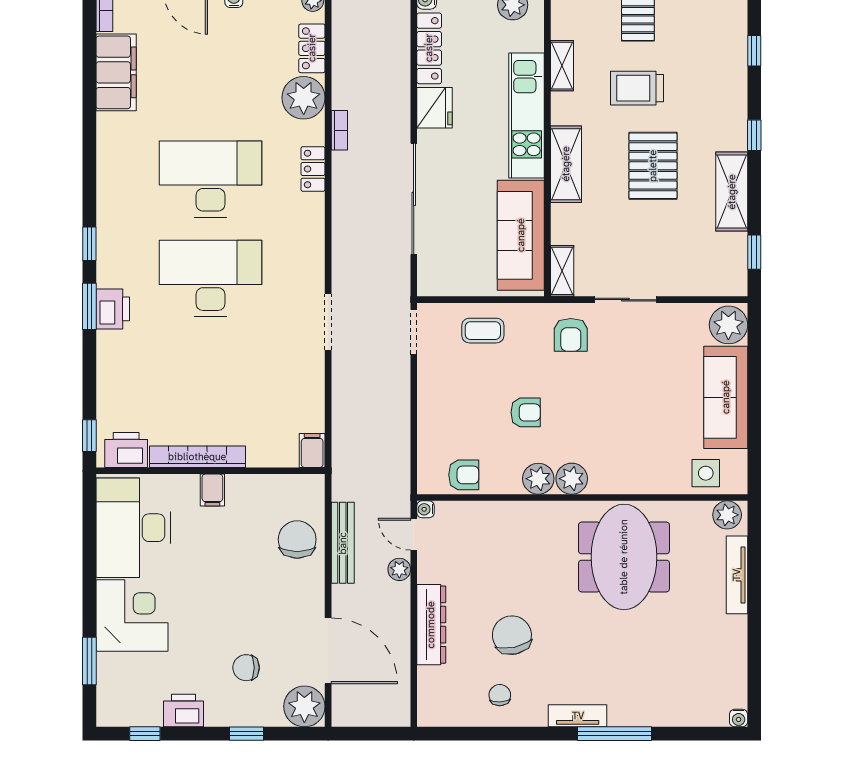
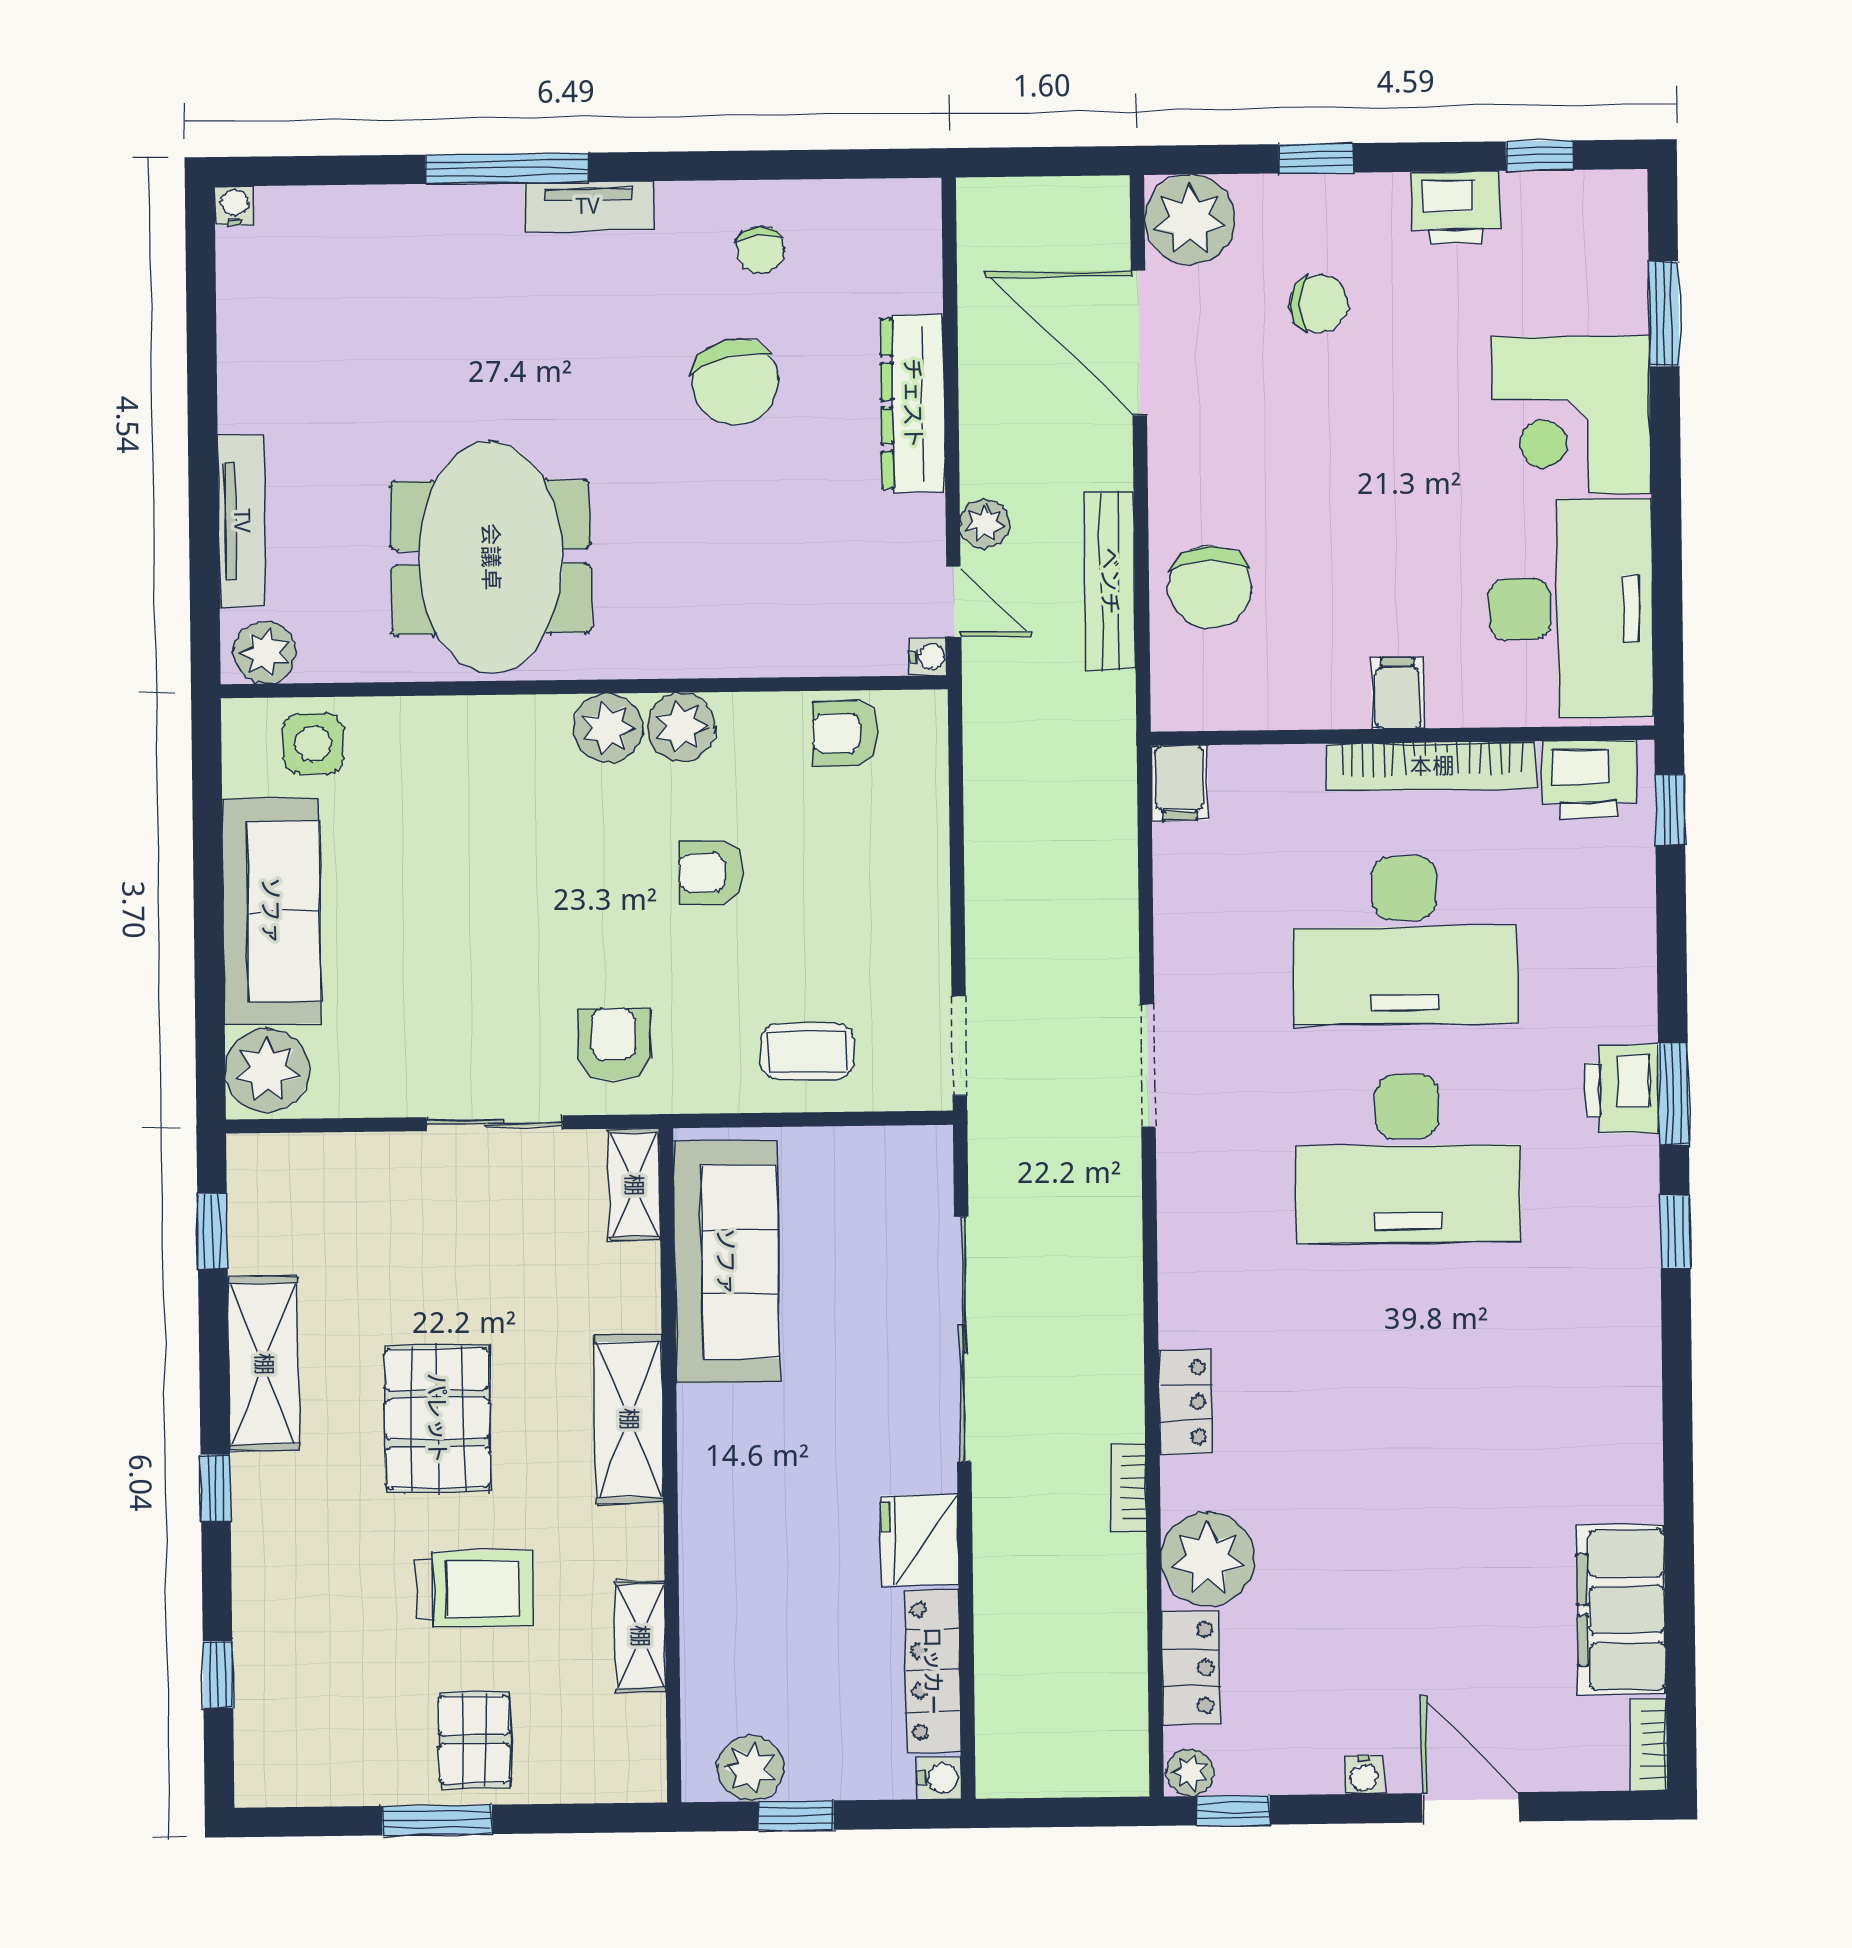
kitchen unit: (527, 115) -> (717, 1526), removed
desk: (210, 179) -> (1405, 940), moved

